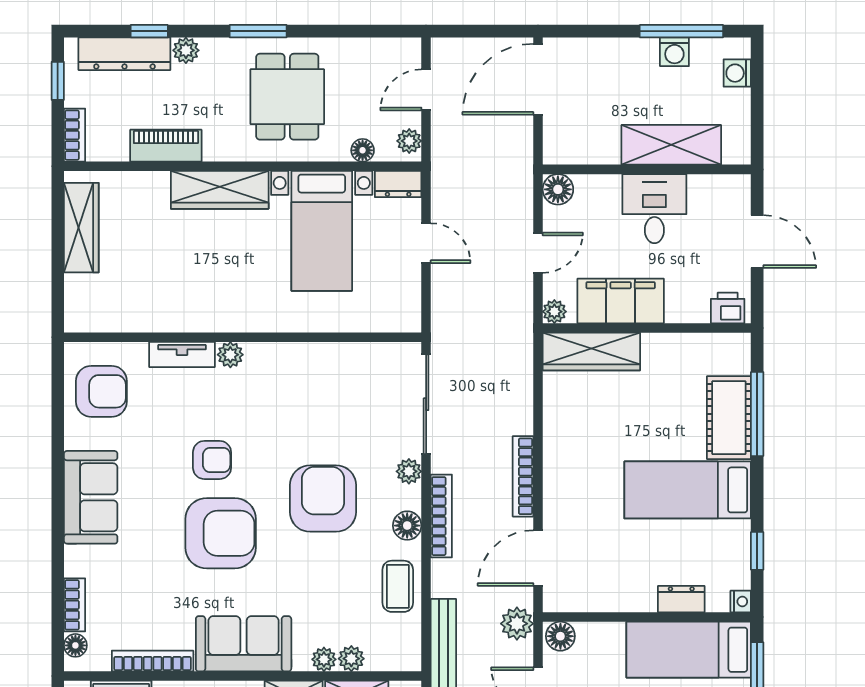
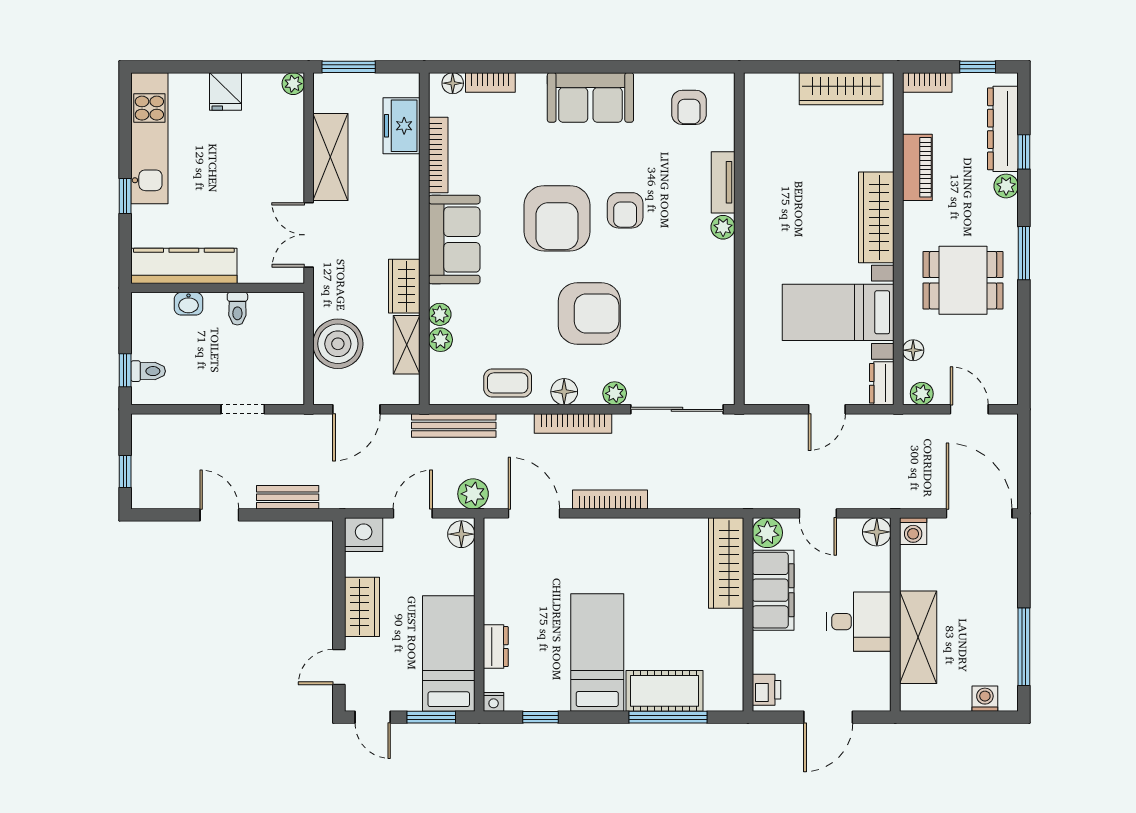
washing machine: (674, 52) -> (913, 531), moved, turned -90
plant: (554, 312) -> (767, 533), width x1.38, depth x1.38
armchair: (101, 391) -> (689, 107), width x0.72, depth x0.72

